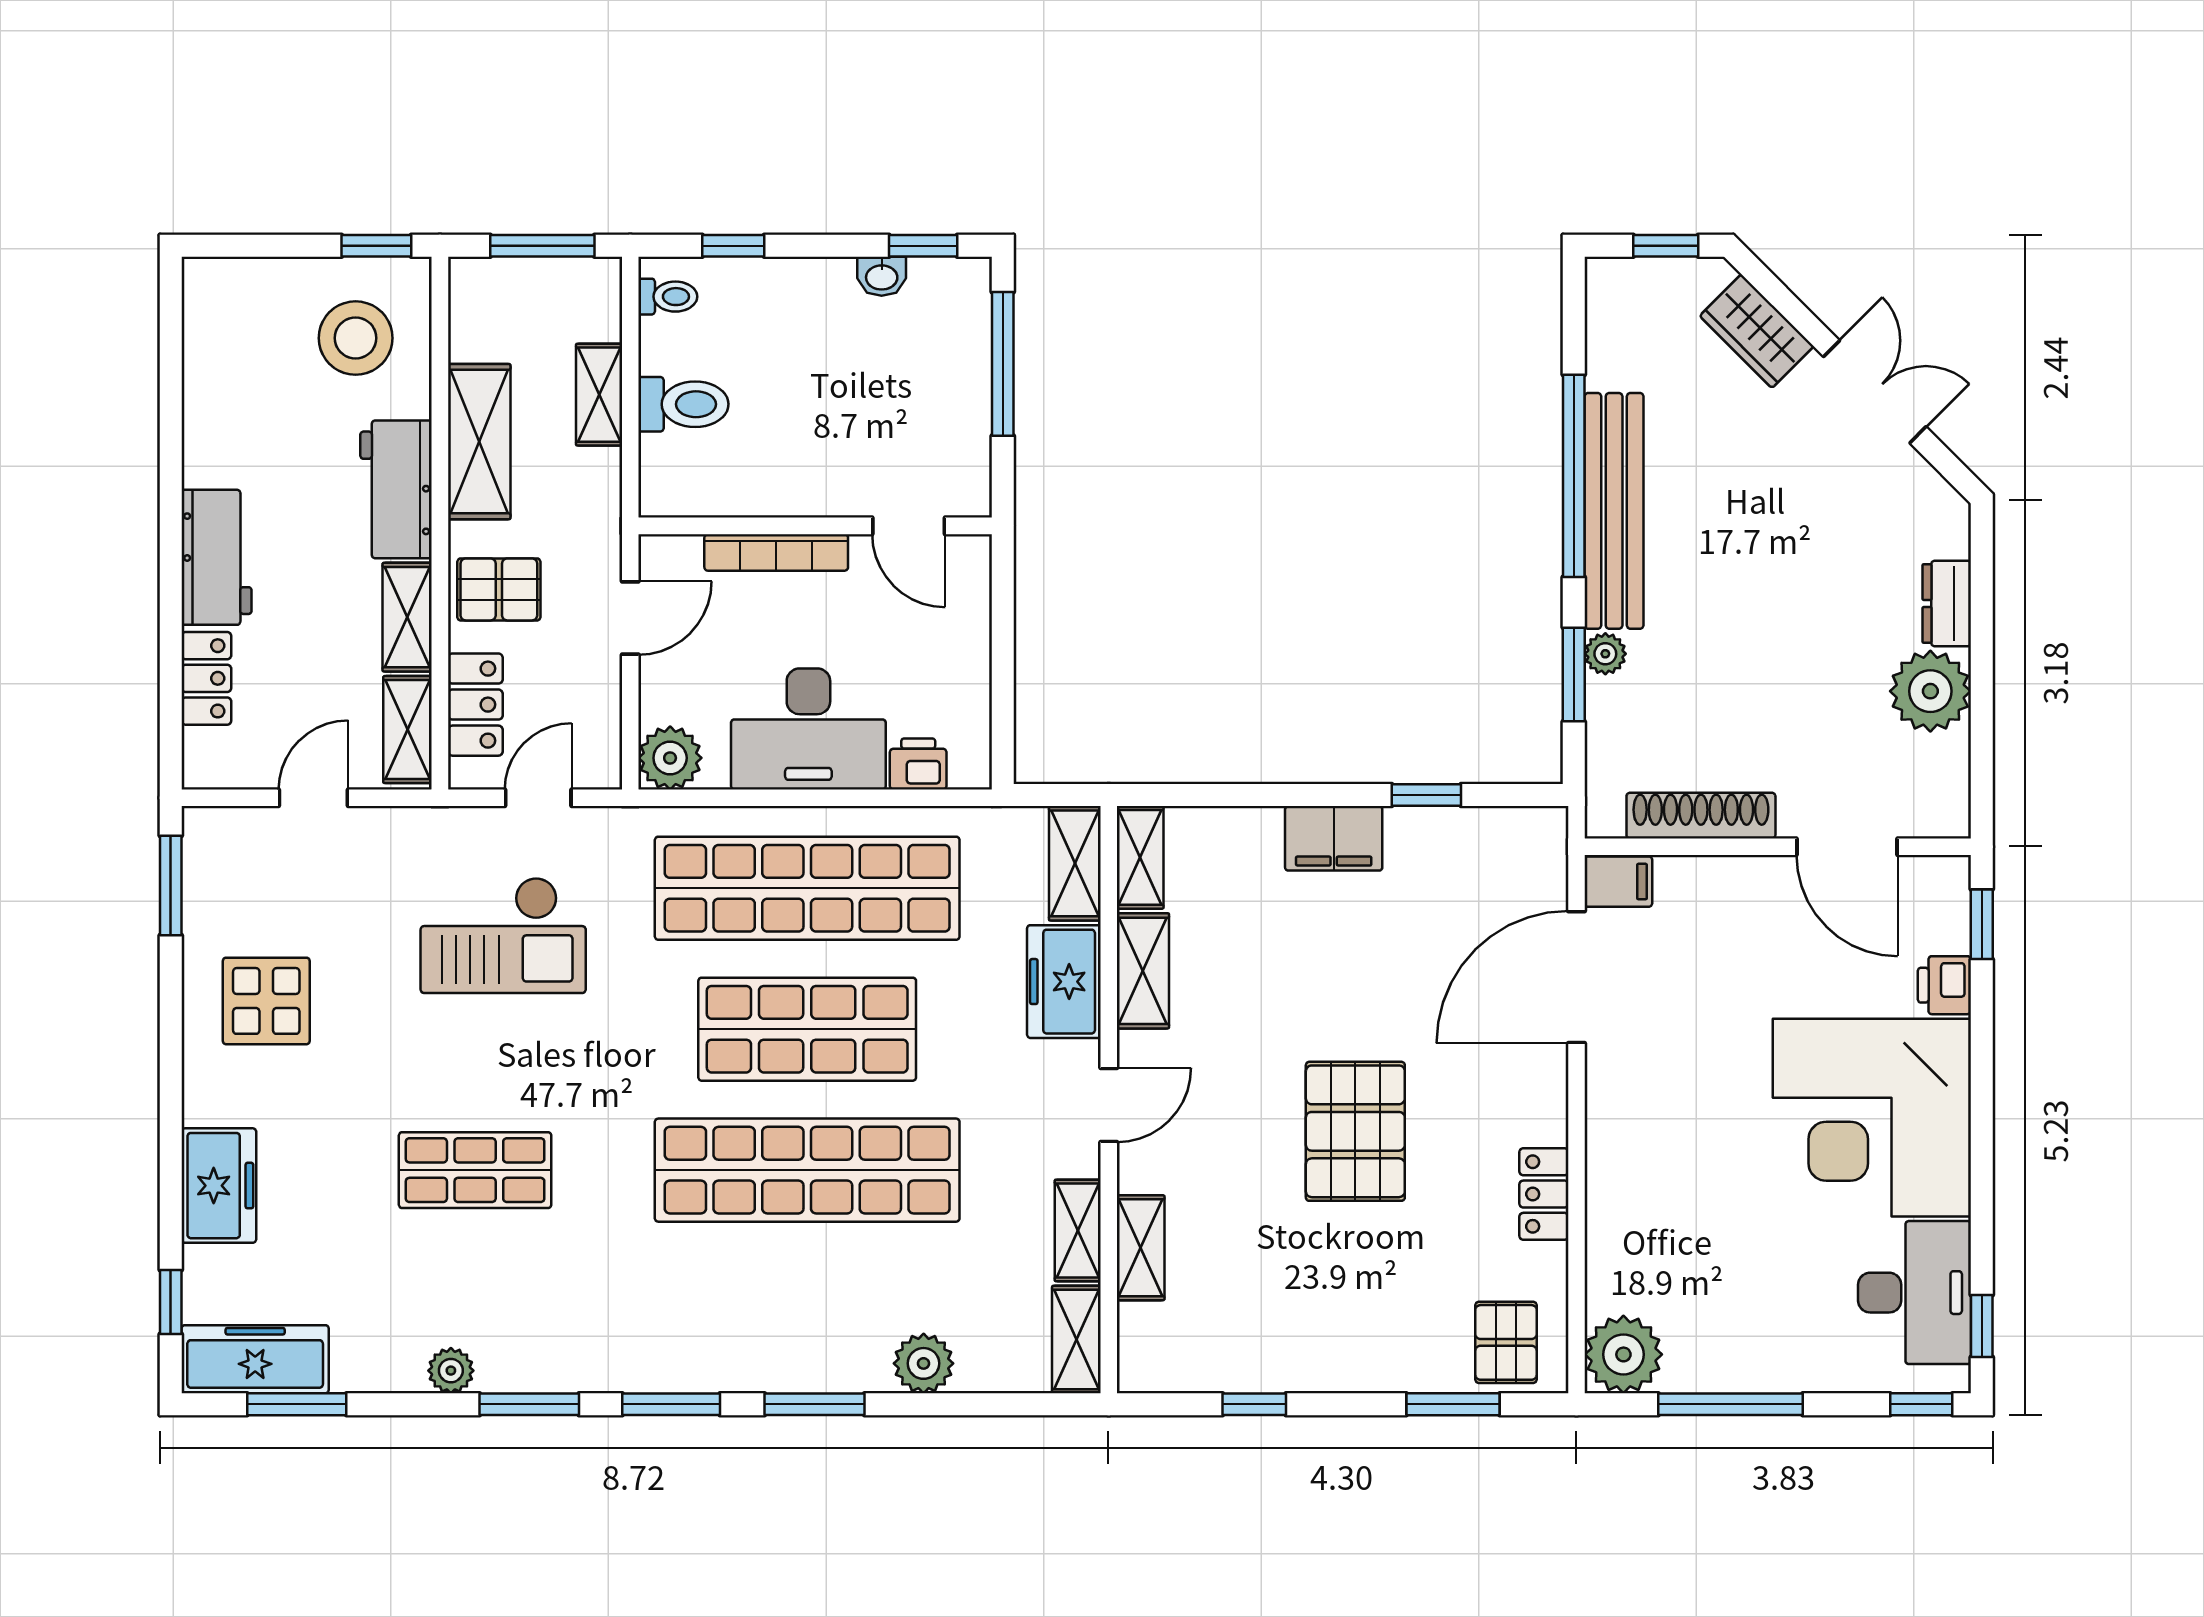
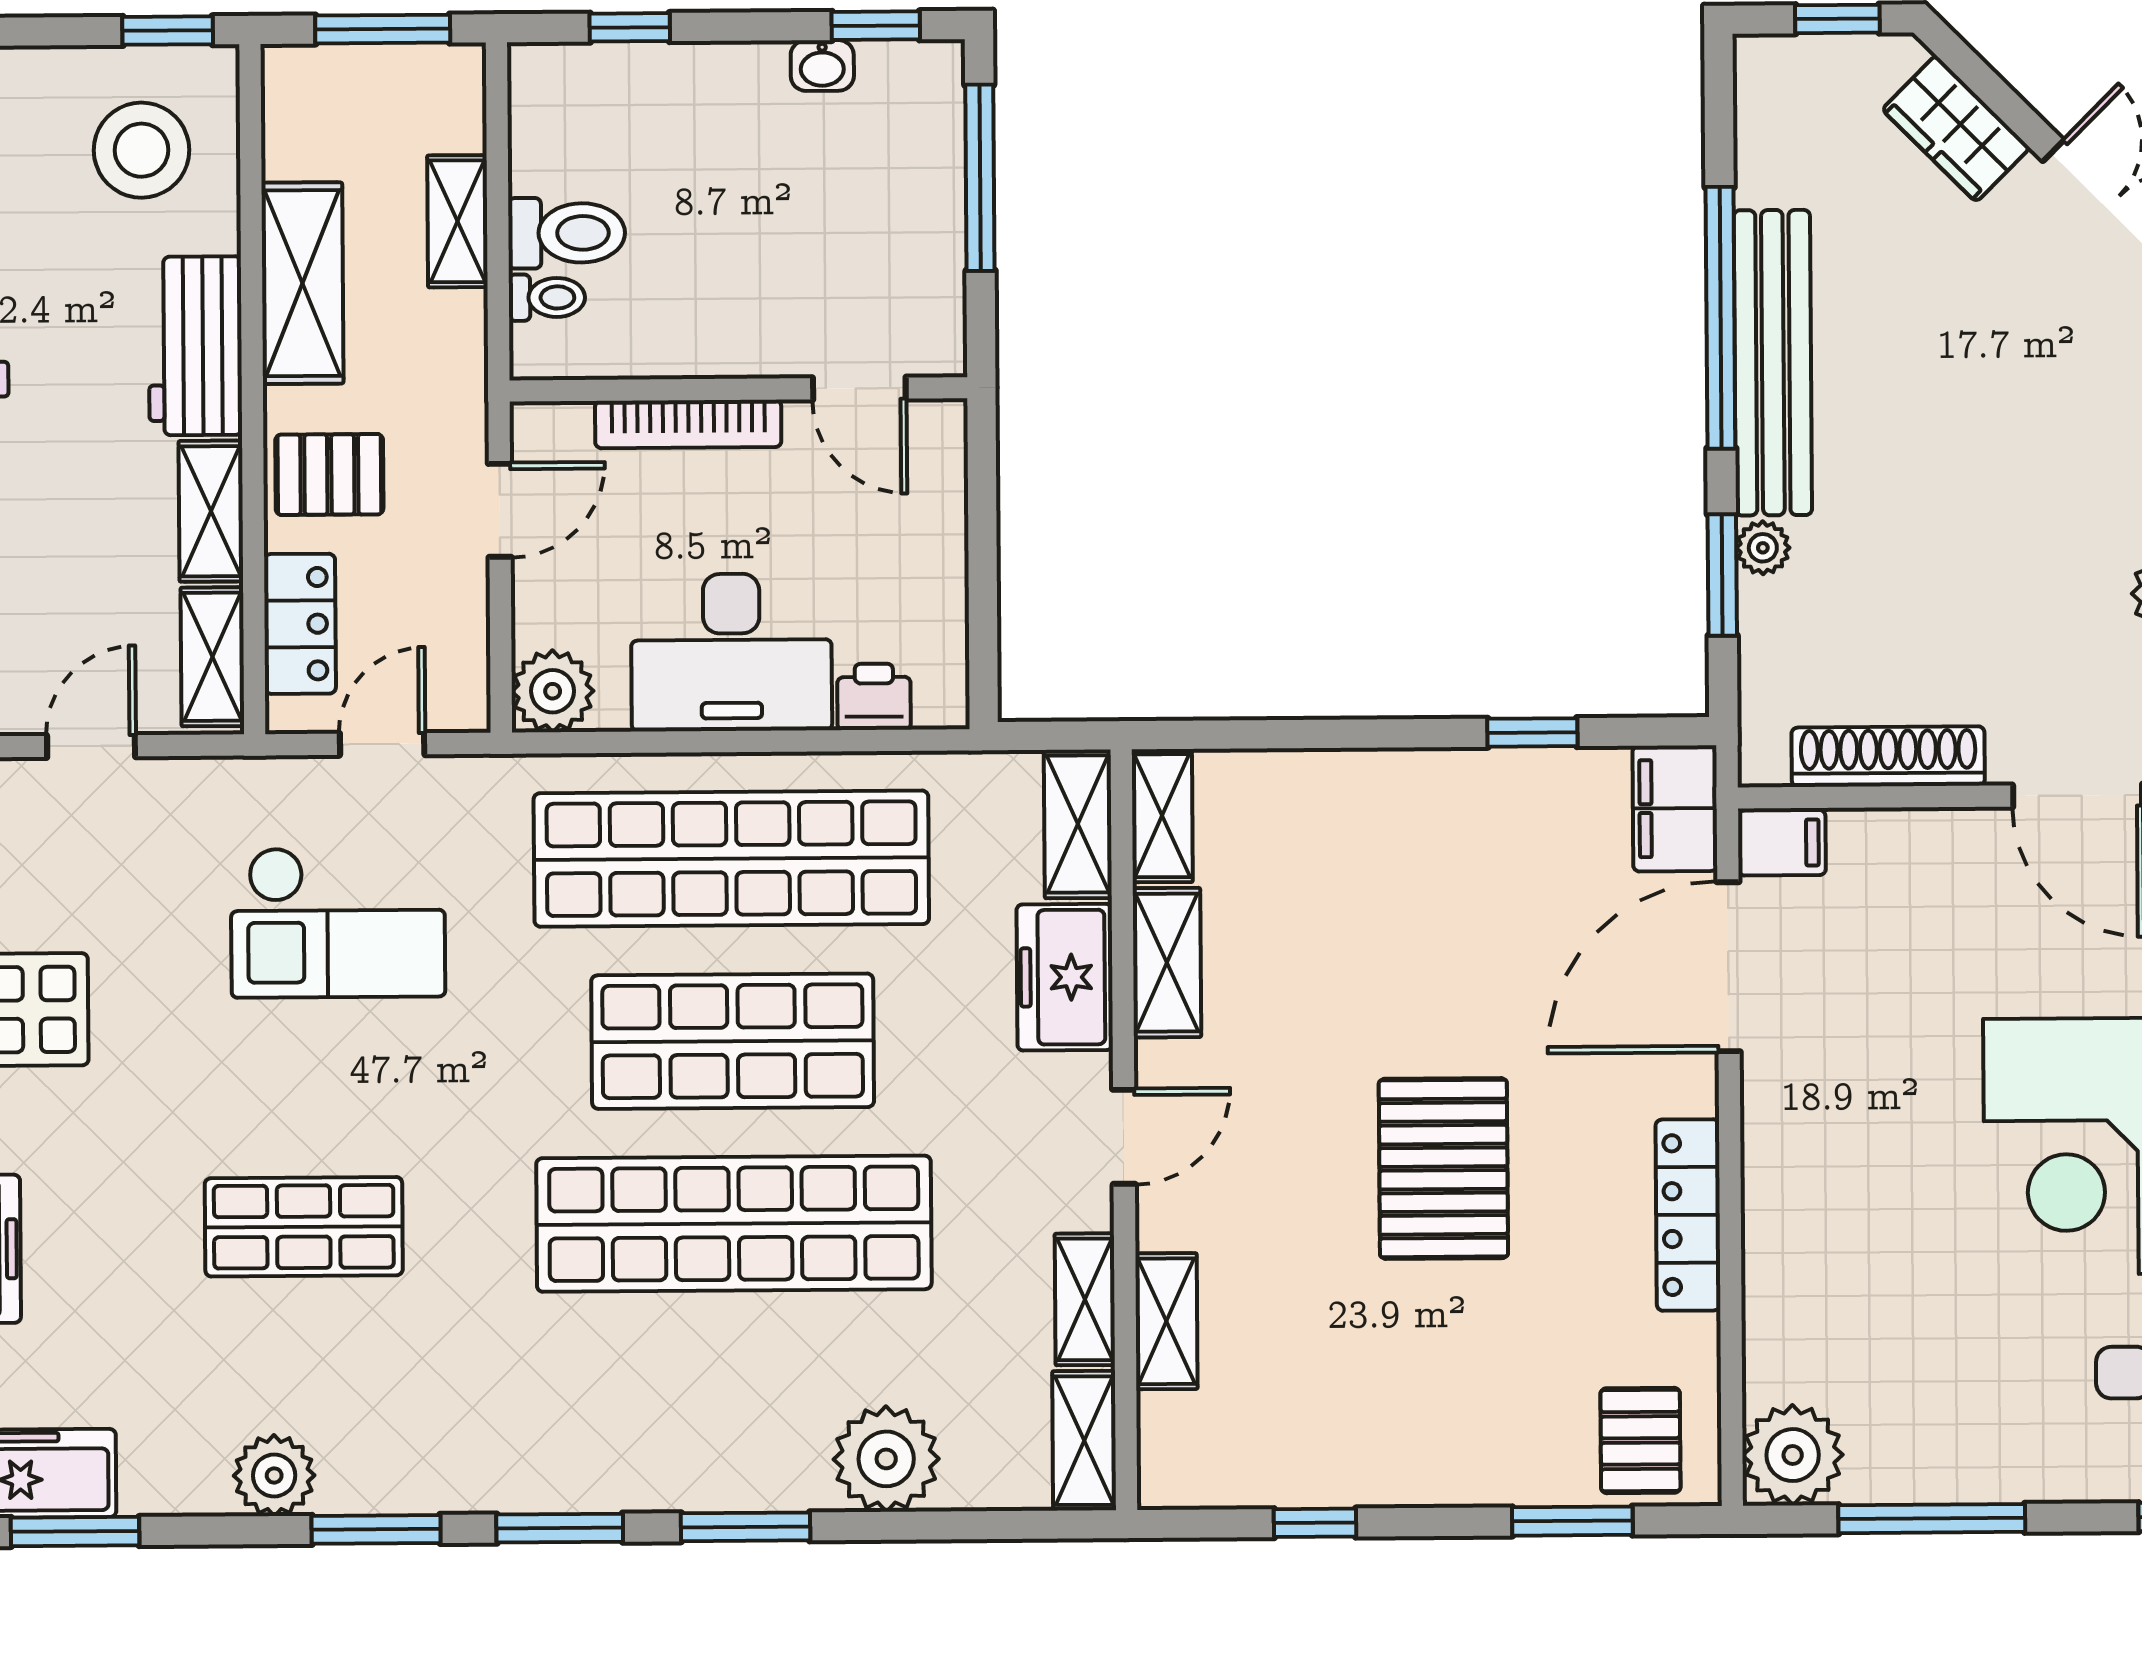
toilet: (668, 297) -> (547, 297), moved
filing cabinet: (1334, 838) -> (1675, 808), moved, turned 90
locker: (1544, 1194) -> (1688, 1215), width x1.53
plant: (924, 1363) -> (886, 1459), width x1.36, depth x1.36
plant: (451, 1371) -> (274, 1475), width x1.38, depth x1.38

